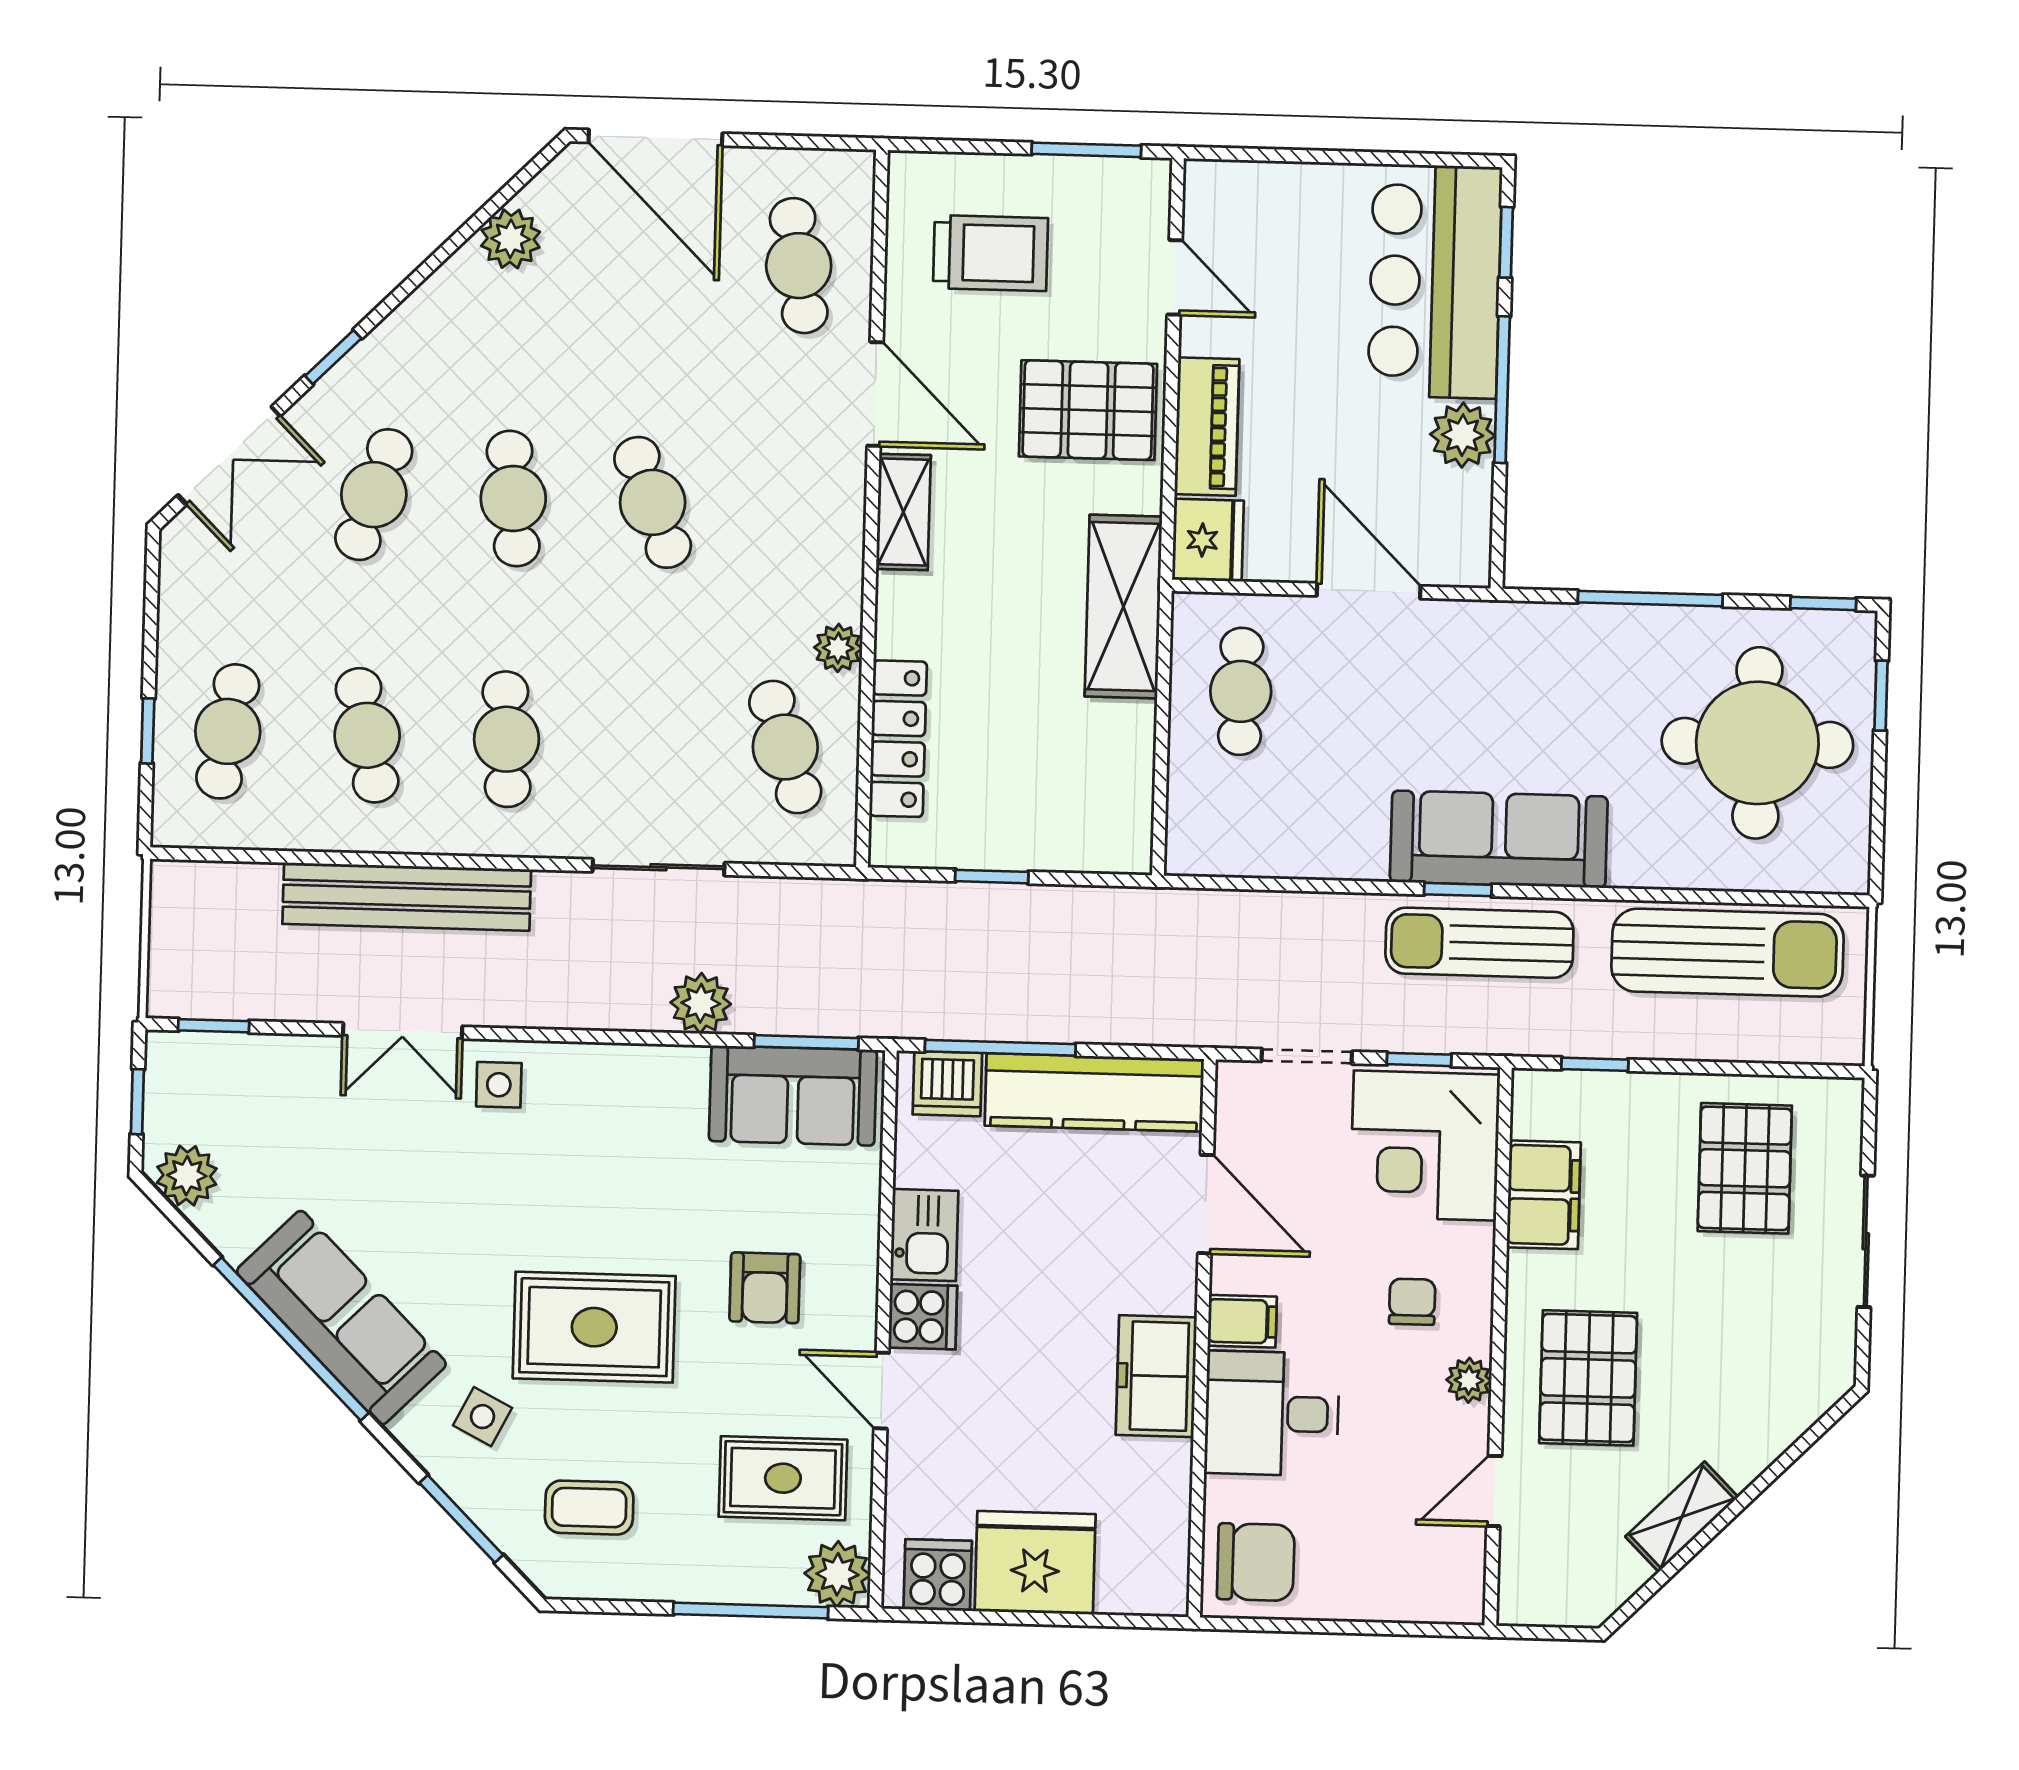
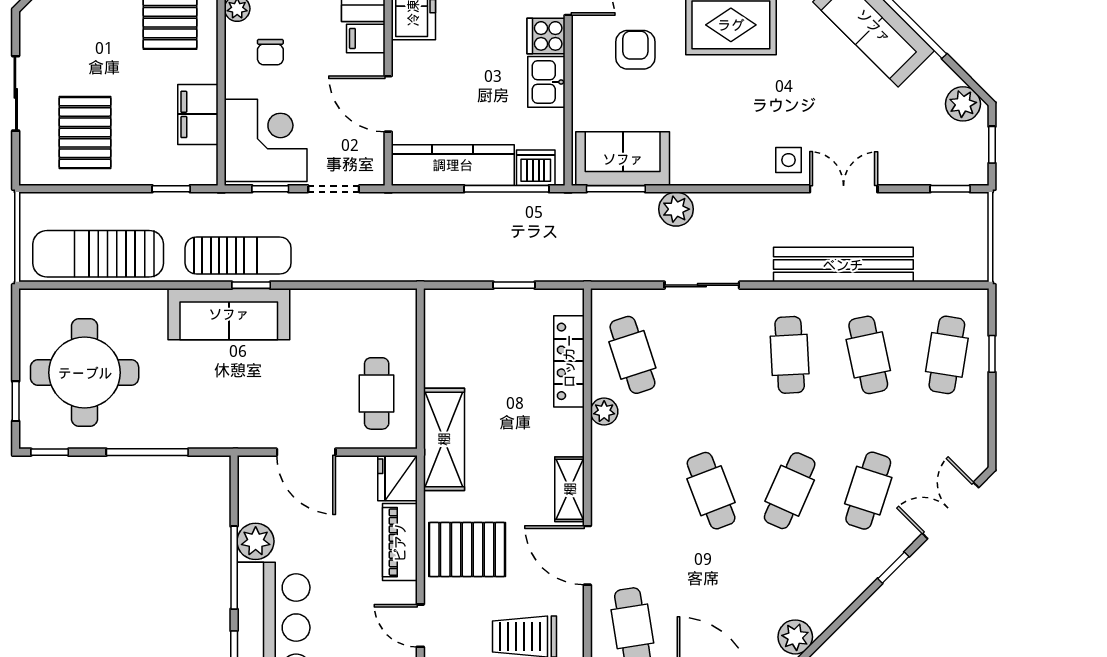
cafe table: (513, 498) -> (790, 491), turned 30

